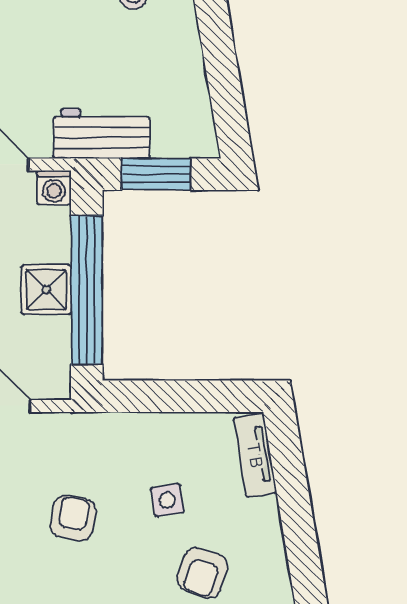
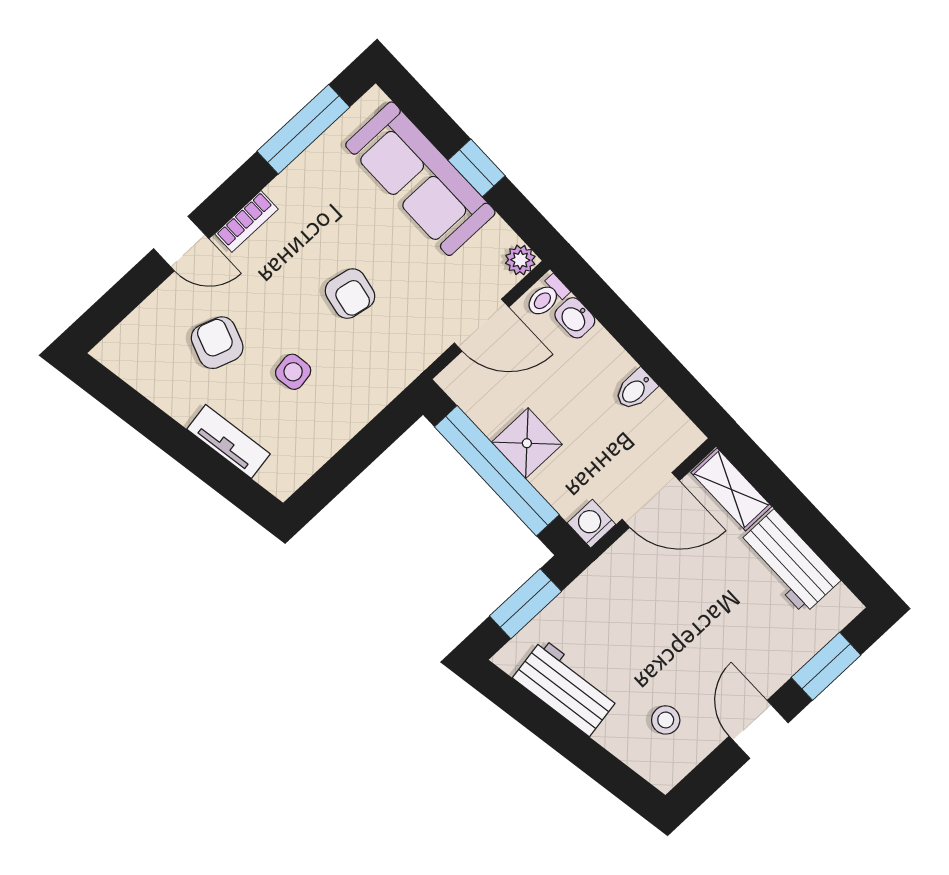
workbench: (102, 134) -> (566, 687), moved, turned -100
tv unit: (255, 455) -> (229, 441), moved

